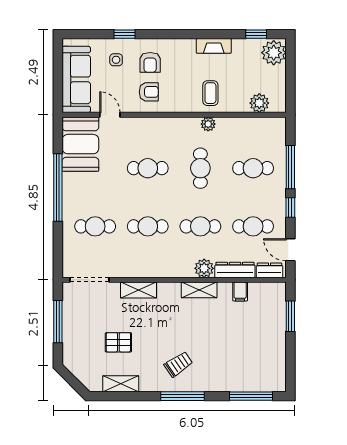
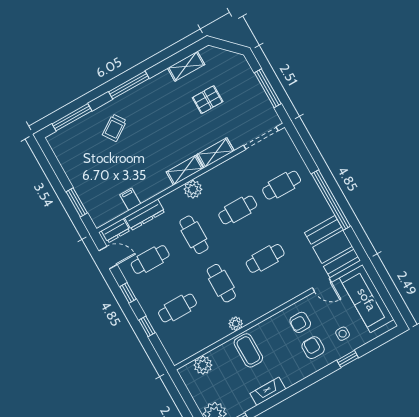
coffee table: (210, 93) -> (248, 350), width x1.36, depth x1.30
window: (290, 167) -> (147, 326), width x0.46
cafe table: (200, 226) -> (194, 235), turned 90
plant: (204, 268) -> (193, 189), moved
shelving: (199, 290) -> (185, 170), moved
trolley: (178, 364) -> (115, 128), moved

